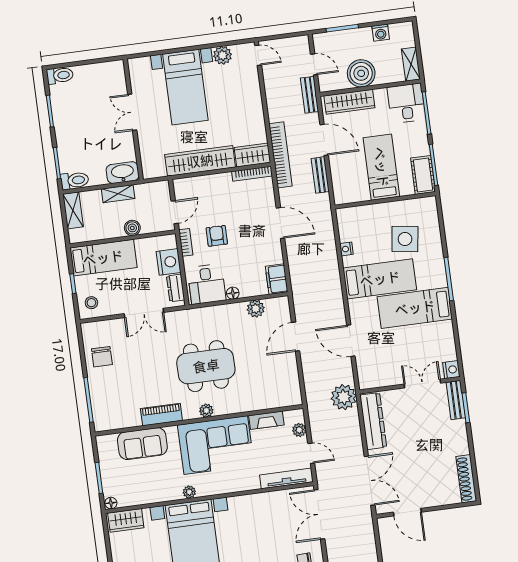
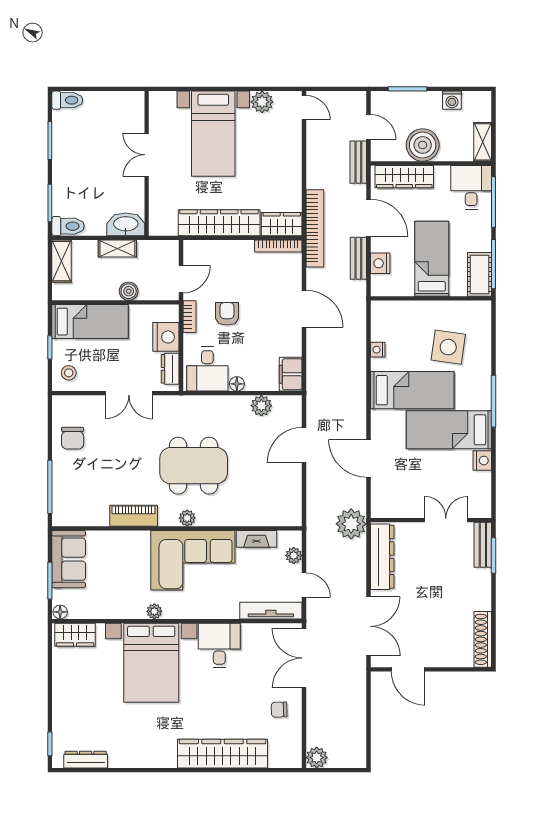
nightstand: (339, 177) -> (380, 263), added
nightstand: (451, 370) -> (482, 460), moved
sofa: (142, 444) -> (69, 559), moved, turned -90
desk: (247, 513) -> (219, 645), added

